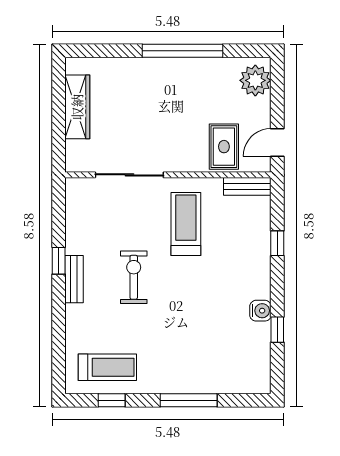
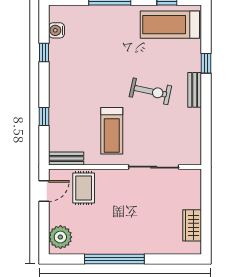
wardrobe: (77, 107) -> (192, 225), width x0.67
window: (59, 261) -> (206, 63), moved
exercise bike: (134, 277) -> (150, 91), turned -78
water cooler: (260, 311) -> (57, 30), moved
treadmill: (107, 367) -> (170, 25), width x1.37, depth x1.38

